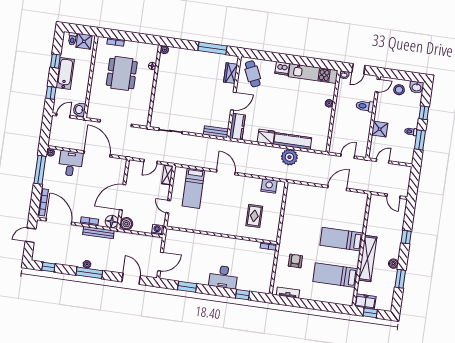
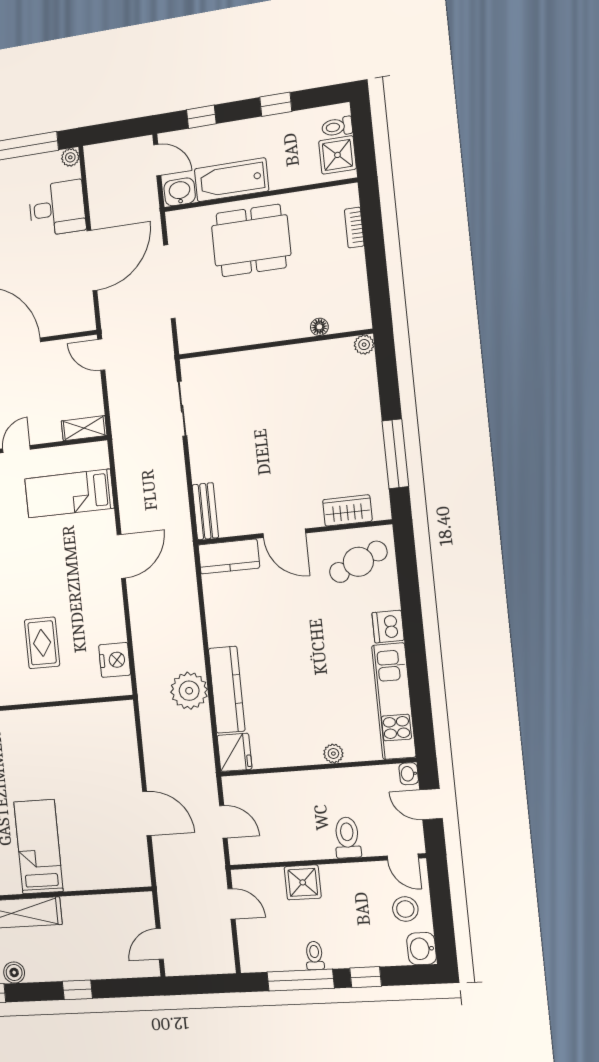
bathtub: (65, 73) -> (232, 180), moved, turned 180
dining table: (122, 73) -> (251, 240), moved
fridge: (266, 137) -> (235, 752), moved
window: (420, 140) -> (301, 980), width x1.44
door: (151, 162) -> (101, 355), moved
rug: (254, 216) -> (42, 643), turned 90

